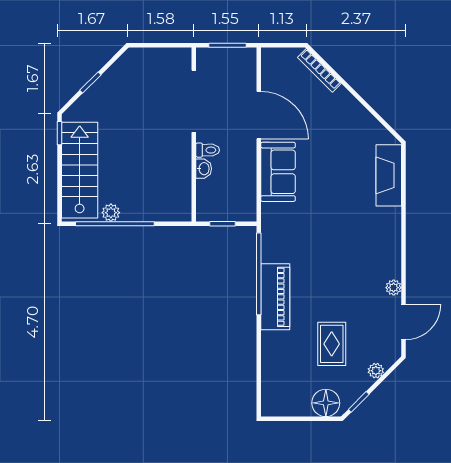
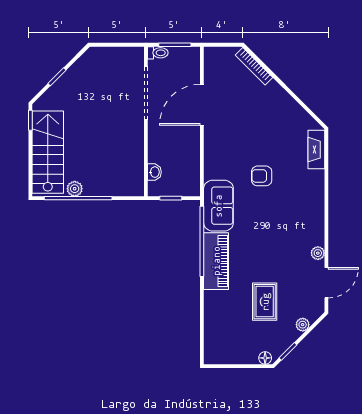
door: (259, 115) -> (202, 105), swing flipped
toilet: (208, 150) -> (158, 53), moved
washbasin: (204, 169) -> (154, 172), moved
sofa: (278, 172) -> (218, 206), moved
fireplace: (389, 175) -> (316, 150), width x0.73, depth x0.76
armchair: (328, 198) -> (262, 176), added
floor lamp: (326, 403) -> (265, 358), width x0.53, depth x0.53

